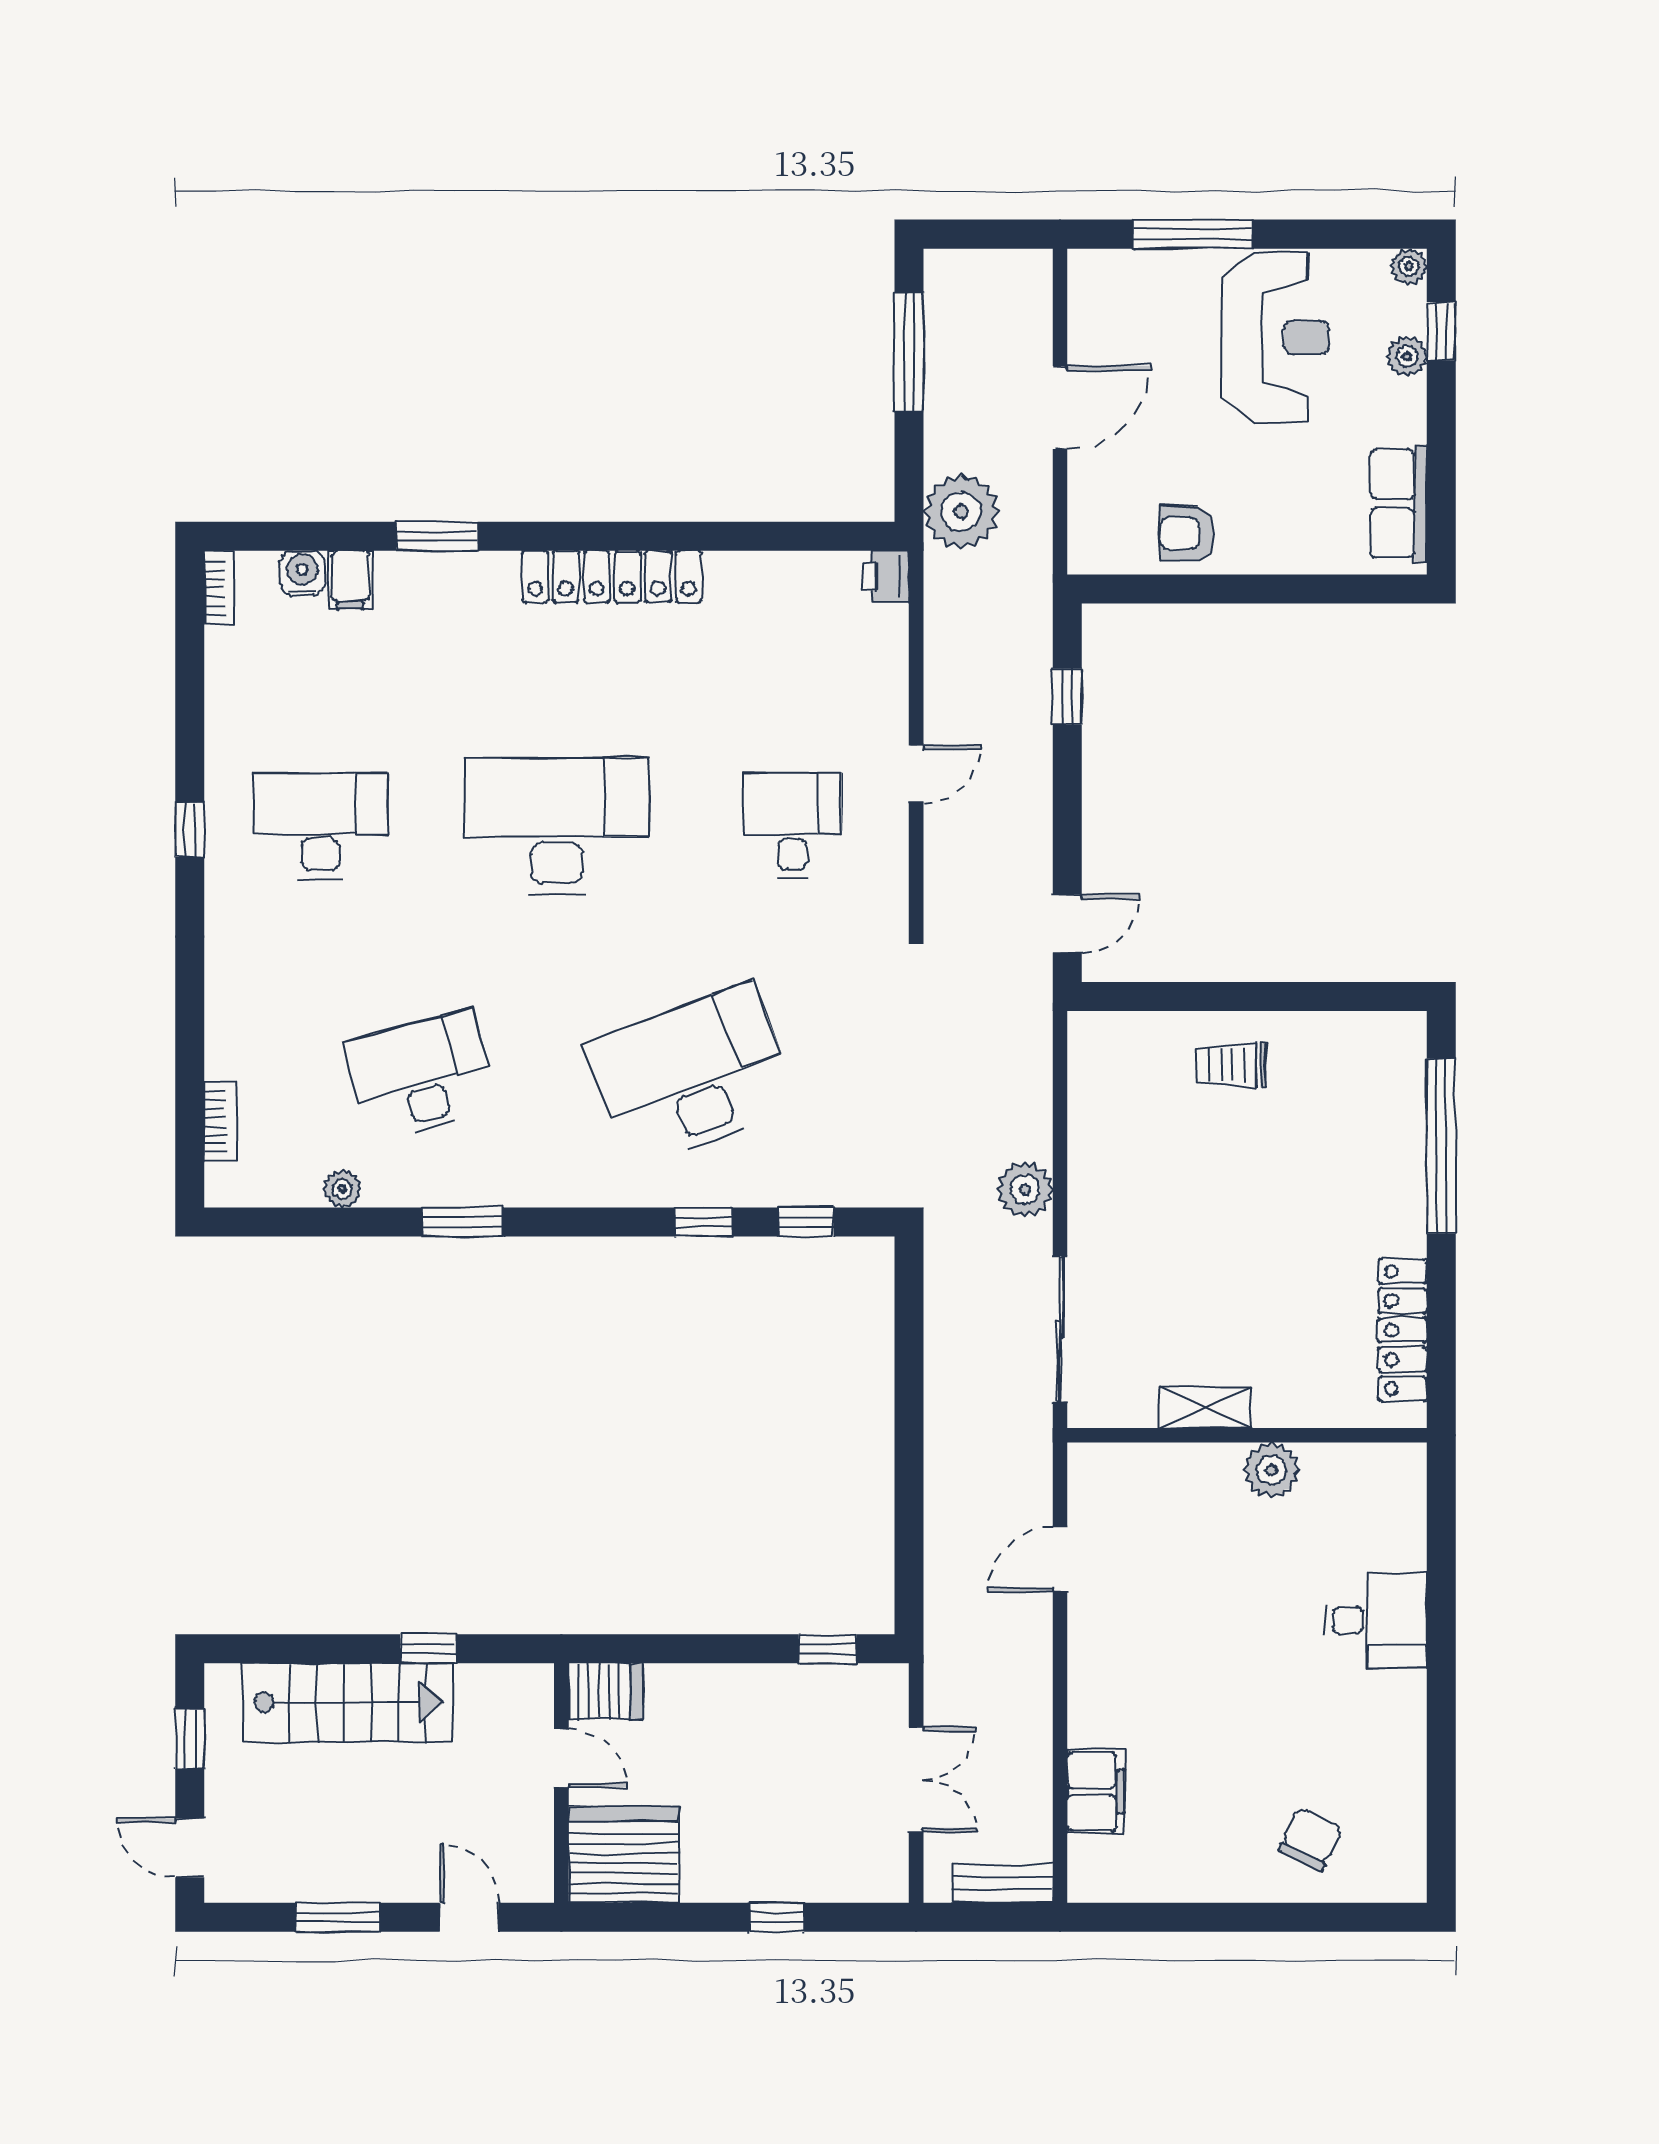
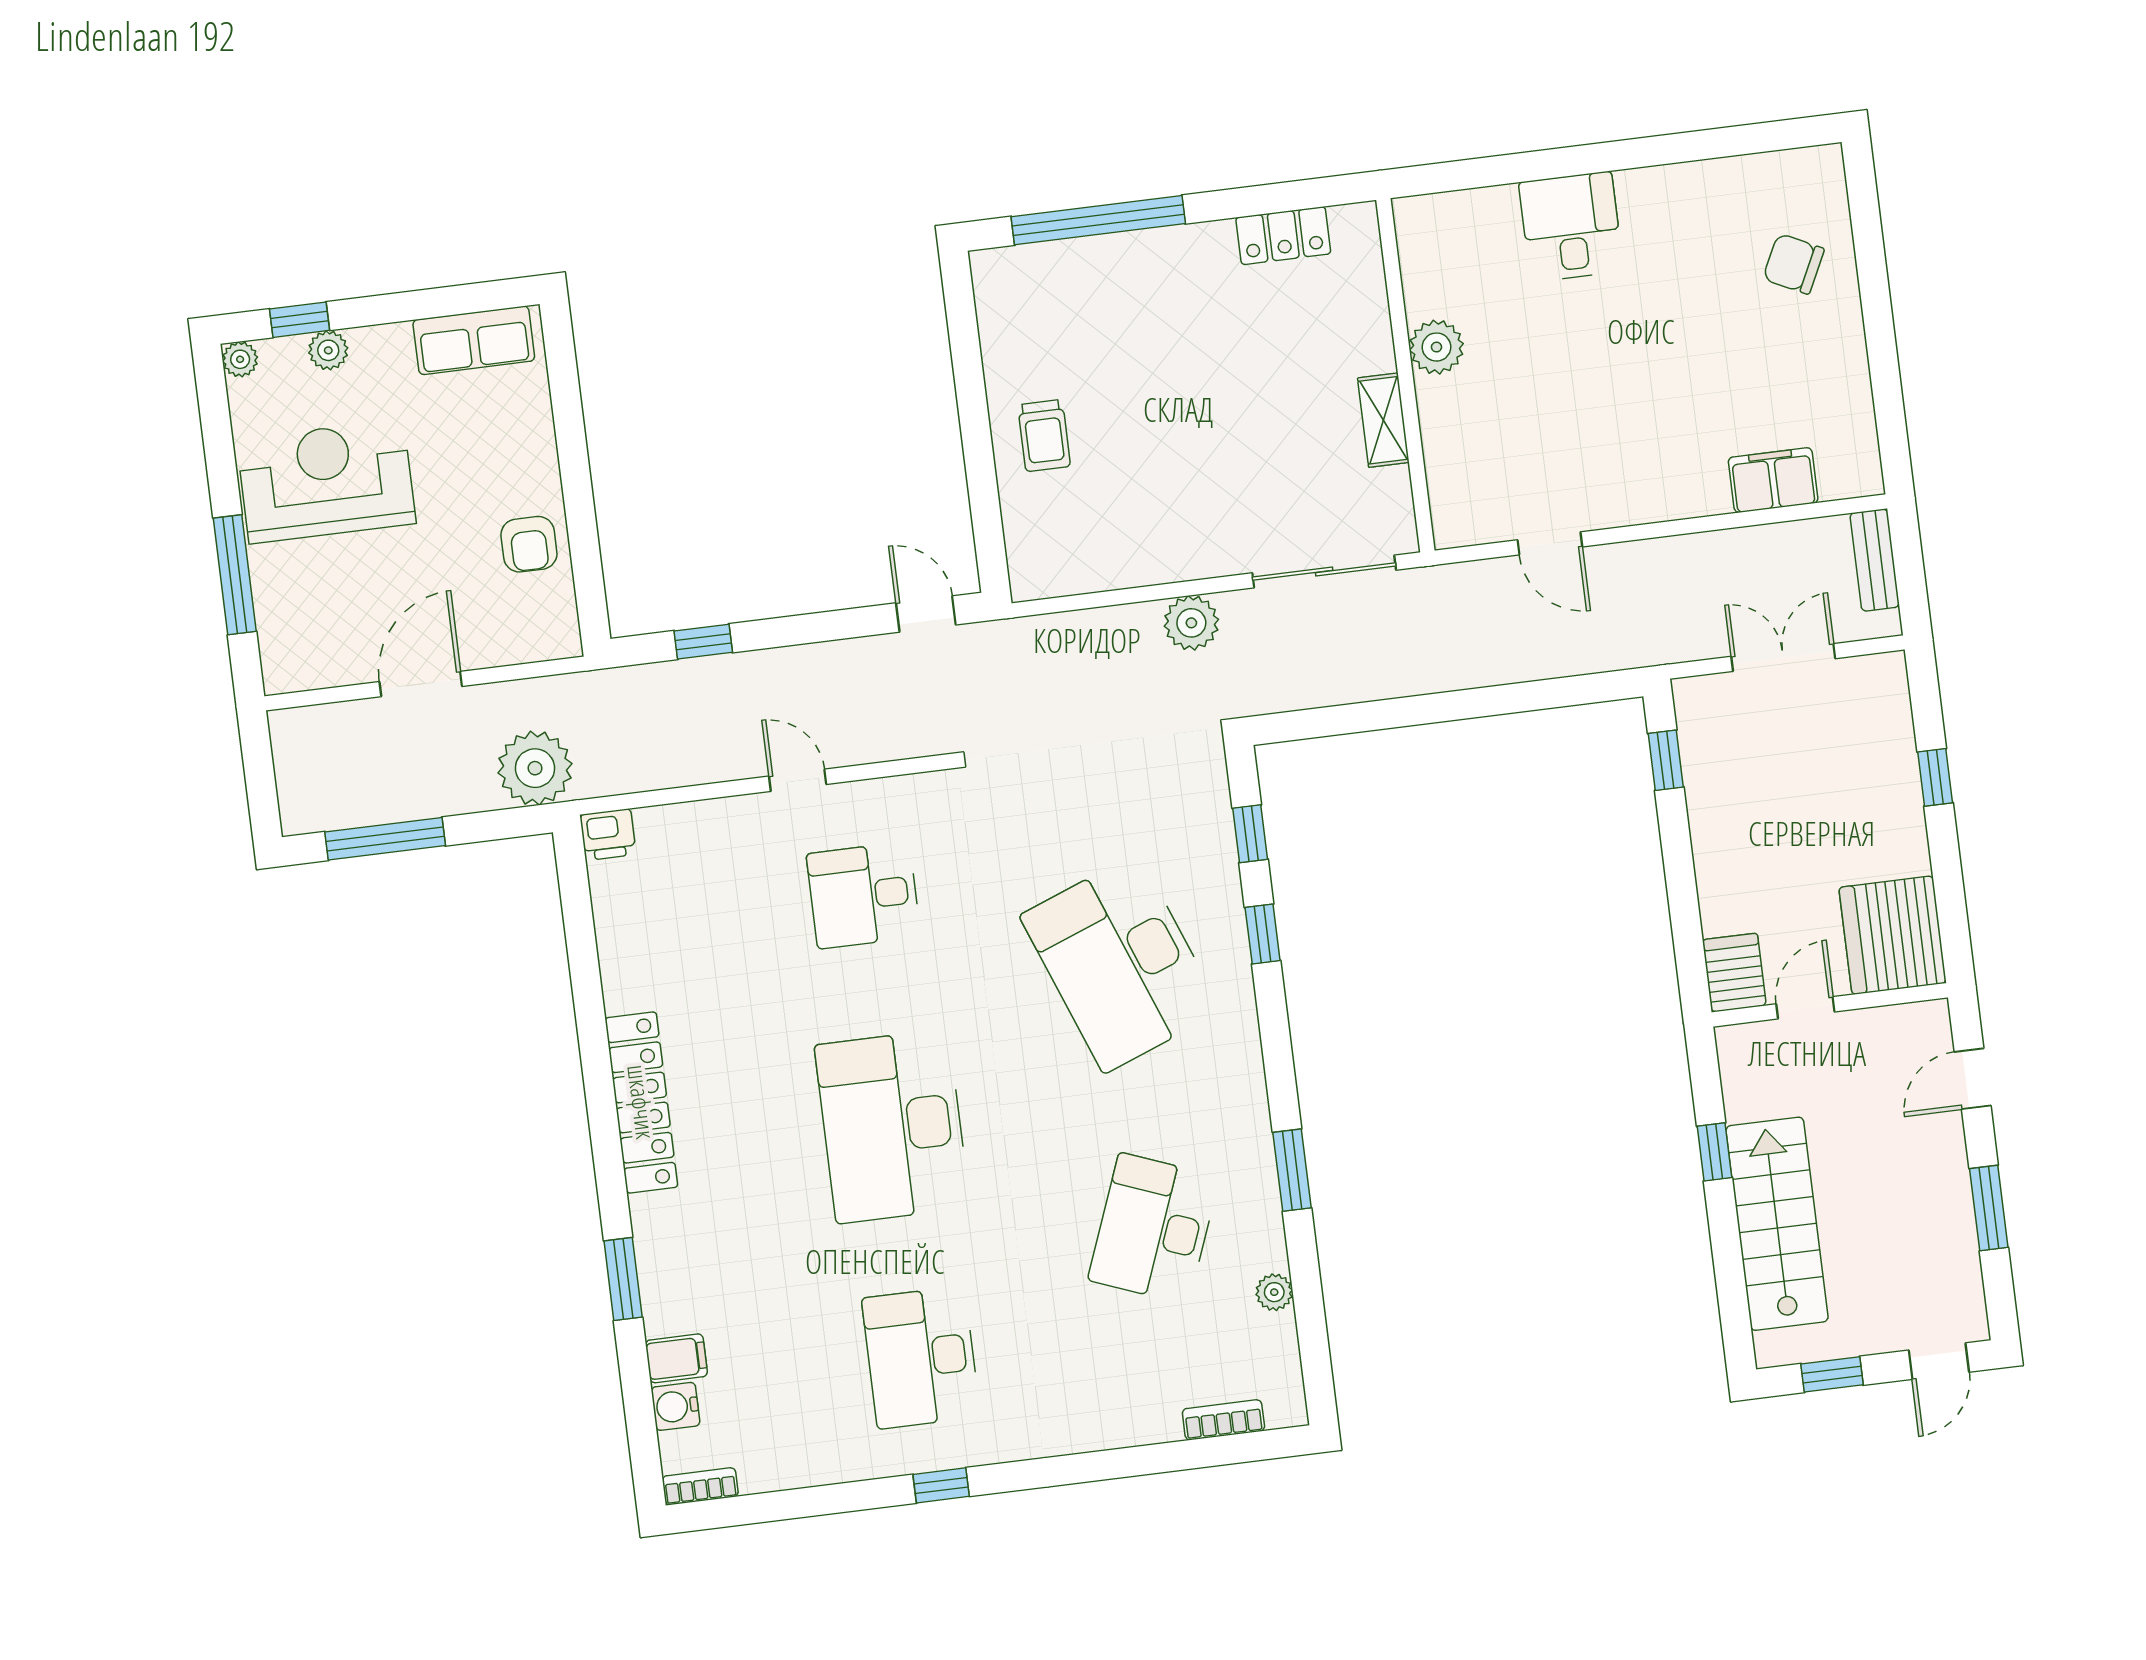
door: (1060, 407) -> (421, 684), hinge flipped
desk: (421, 1076) -> (1154, 1228), turned 36
locker: (1403, 1330) -> (1283, 236), width x0.66

